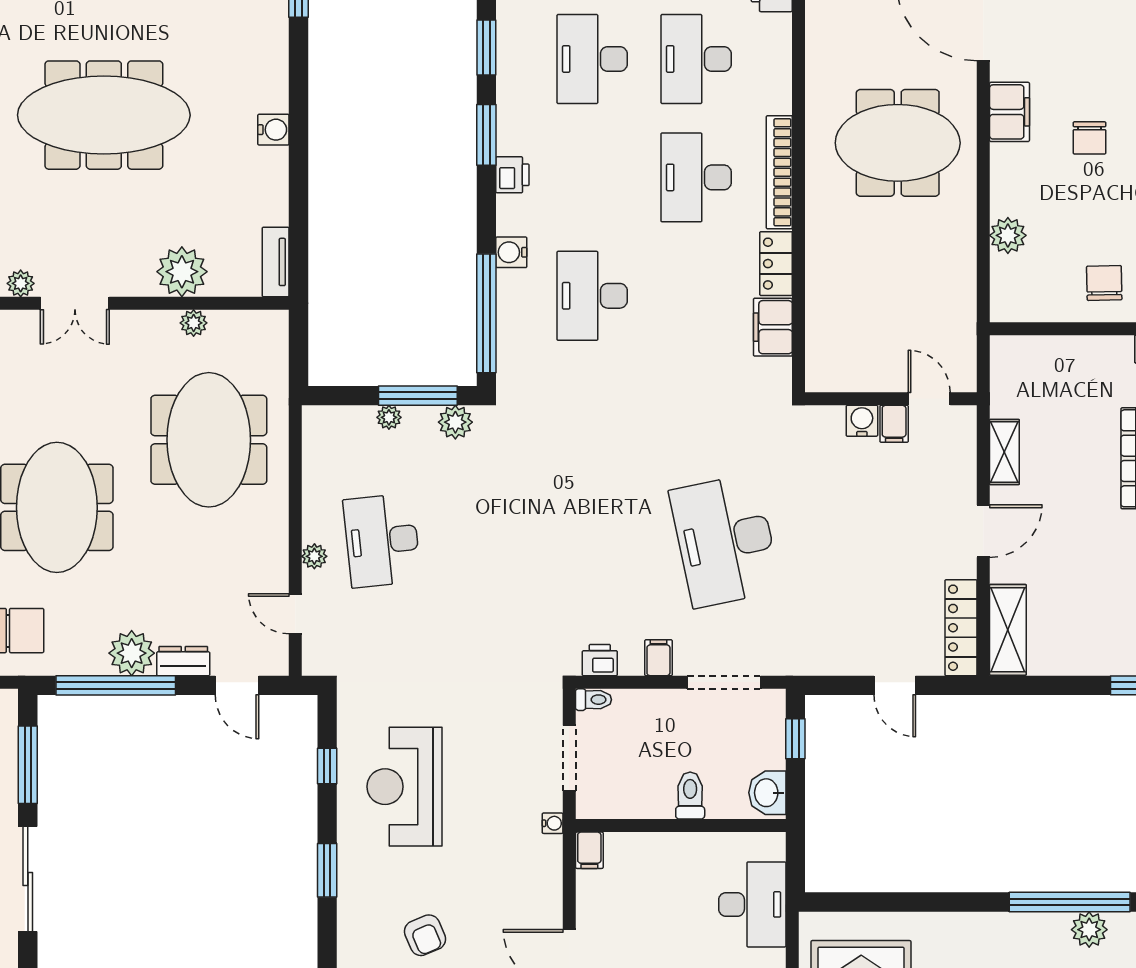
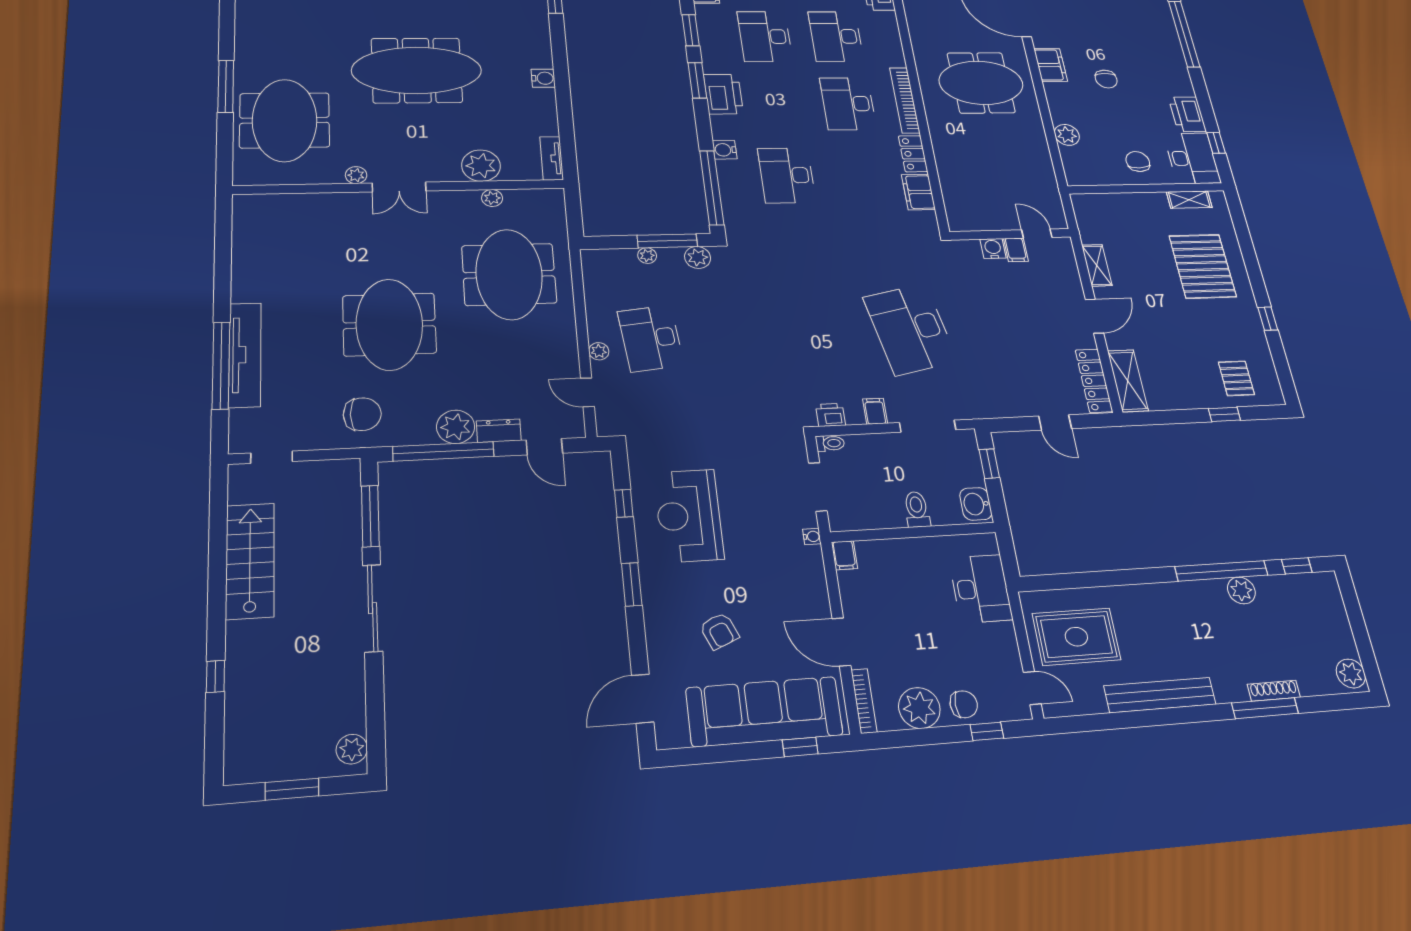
printer: (512, 175) -> (723, 94), width x1.87, depth x1.48

